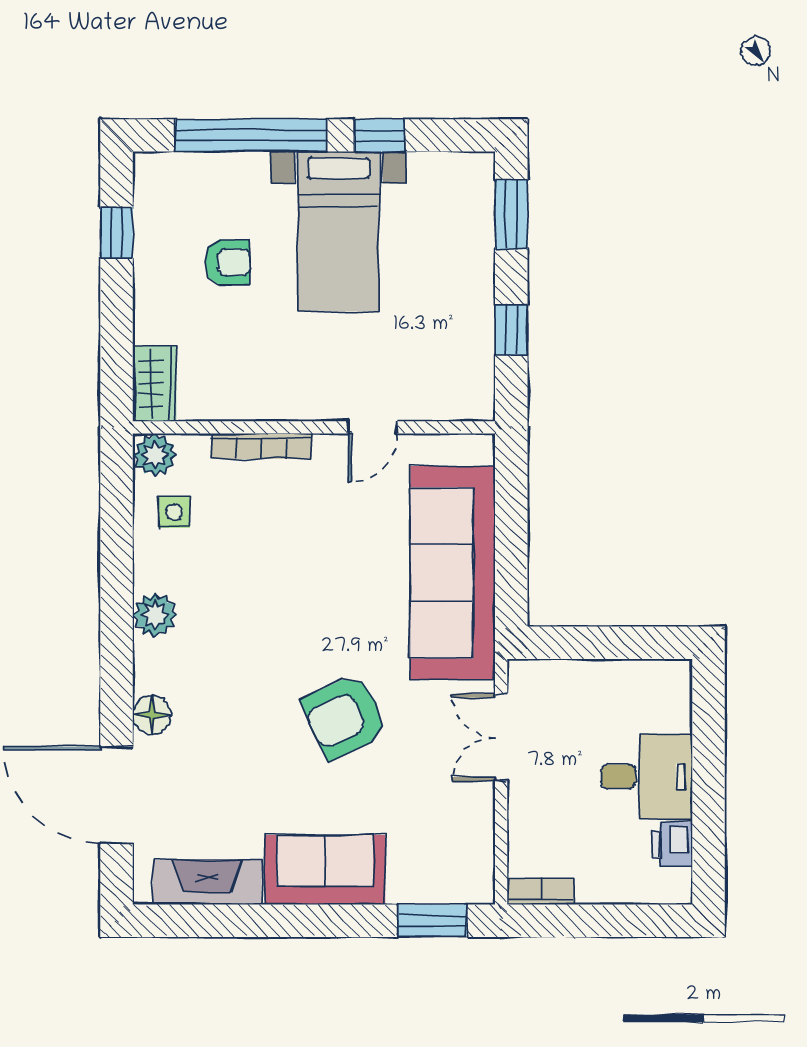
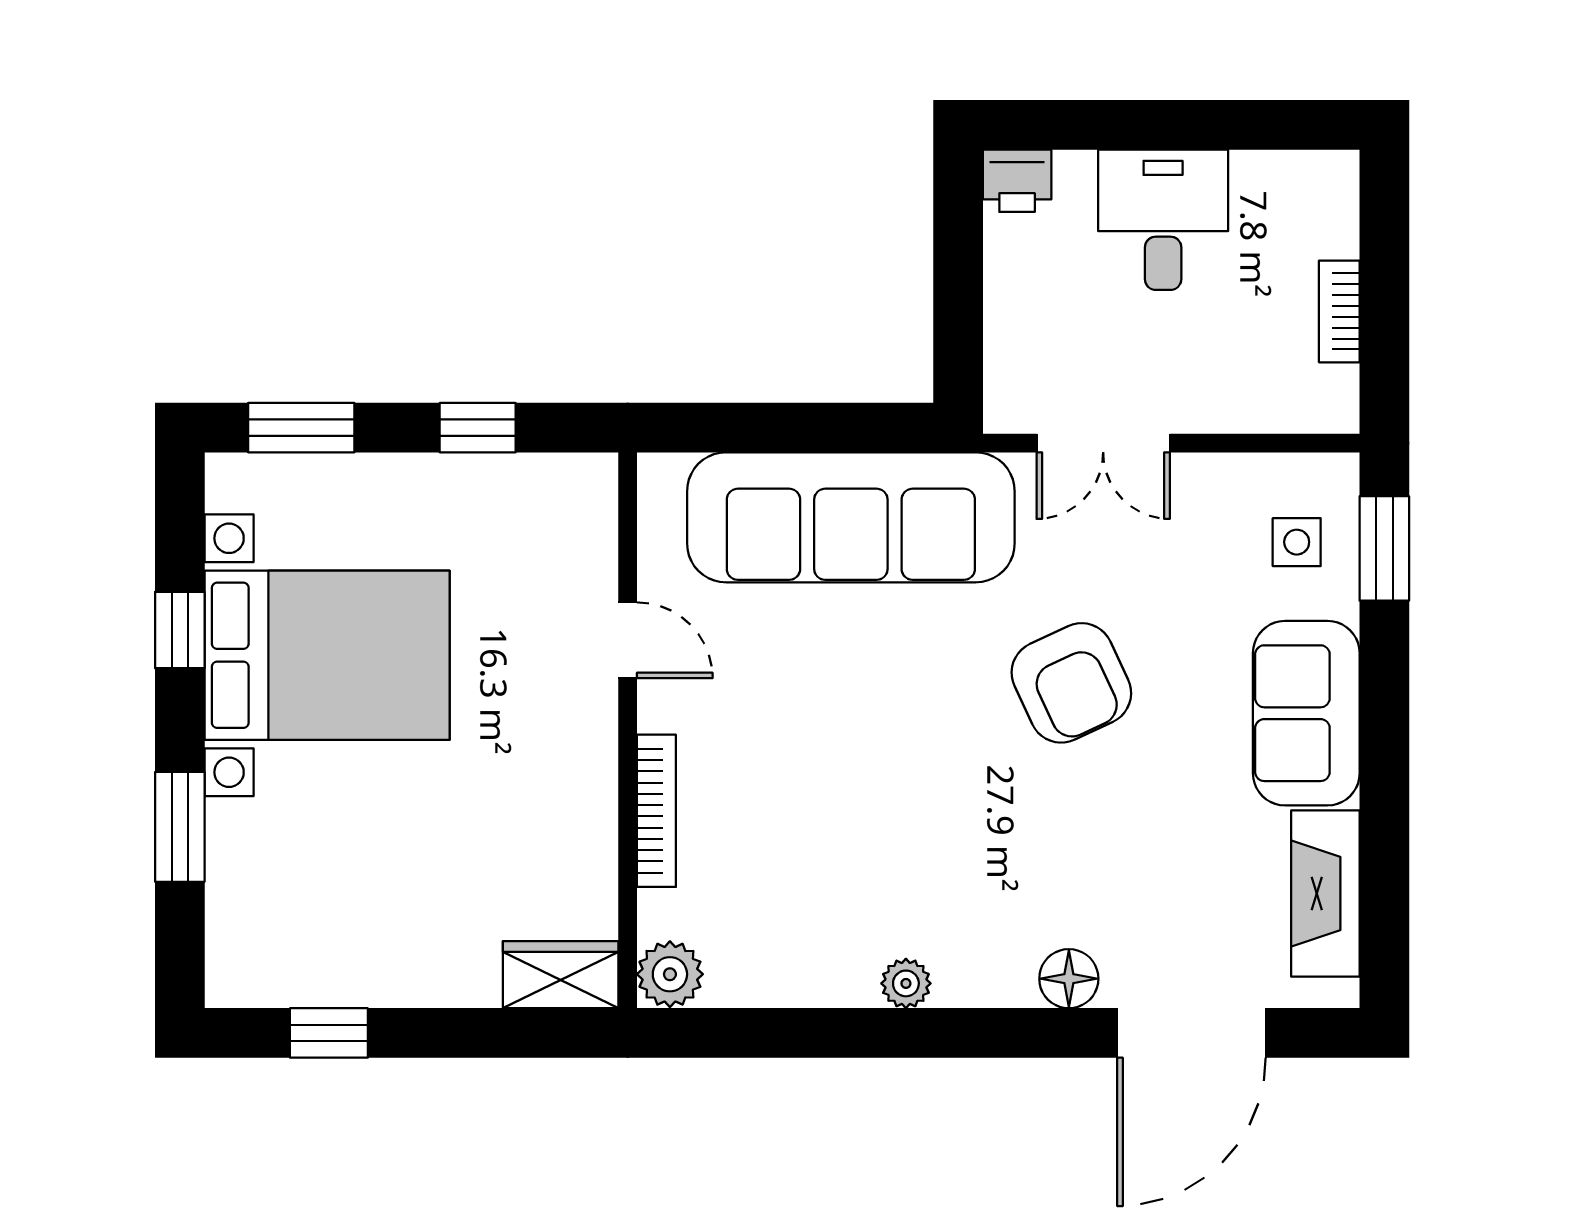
window: (251, 135) -> (180, 827), width x0.47
bed with nightstands: (338, 231) -> (327, 655), width x1.36
armchair: (228, 262) -> (374, 862), removed
side table: (174, 512) -> (1297, 542), moved
plant: (155, 615) -> (906, 983), width x0.73, depth x0.73
printer: (672, 844) -> (1017, 181), moved
bookcase: (540, 891) -> (1339, 311), moved

